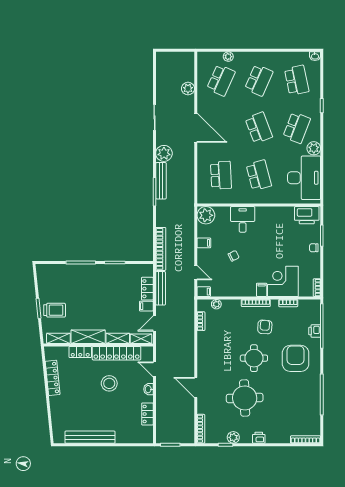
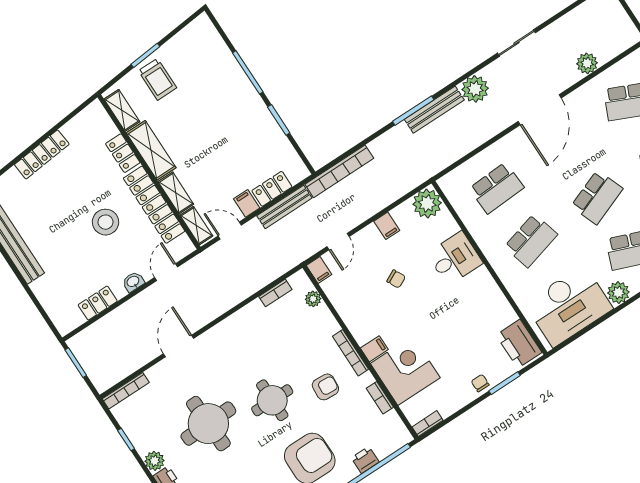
locker: (53, 378) -> (42, 154), moved
plant: (233, 437) -> (155, 461), moved

